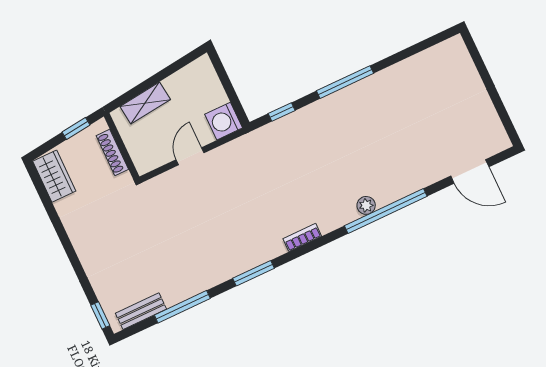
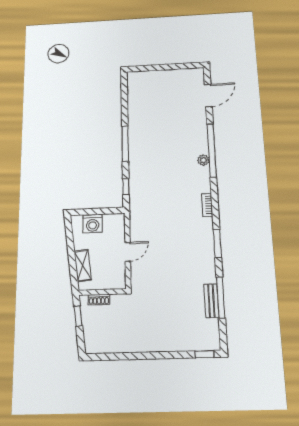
washing machine: (224, 121) -> (93, 224), moved
shoe rack: (112, 152) -> (99, 300), width x0.70
door: (190, 156) -> (128, 252), swing flipped
wardrobe: (54, 176) -> (101, 344), removed
bench: (141, 311) -> (211, 301), moved

